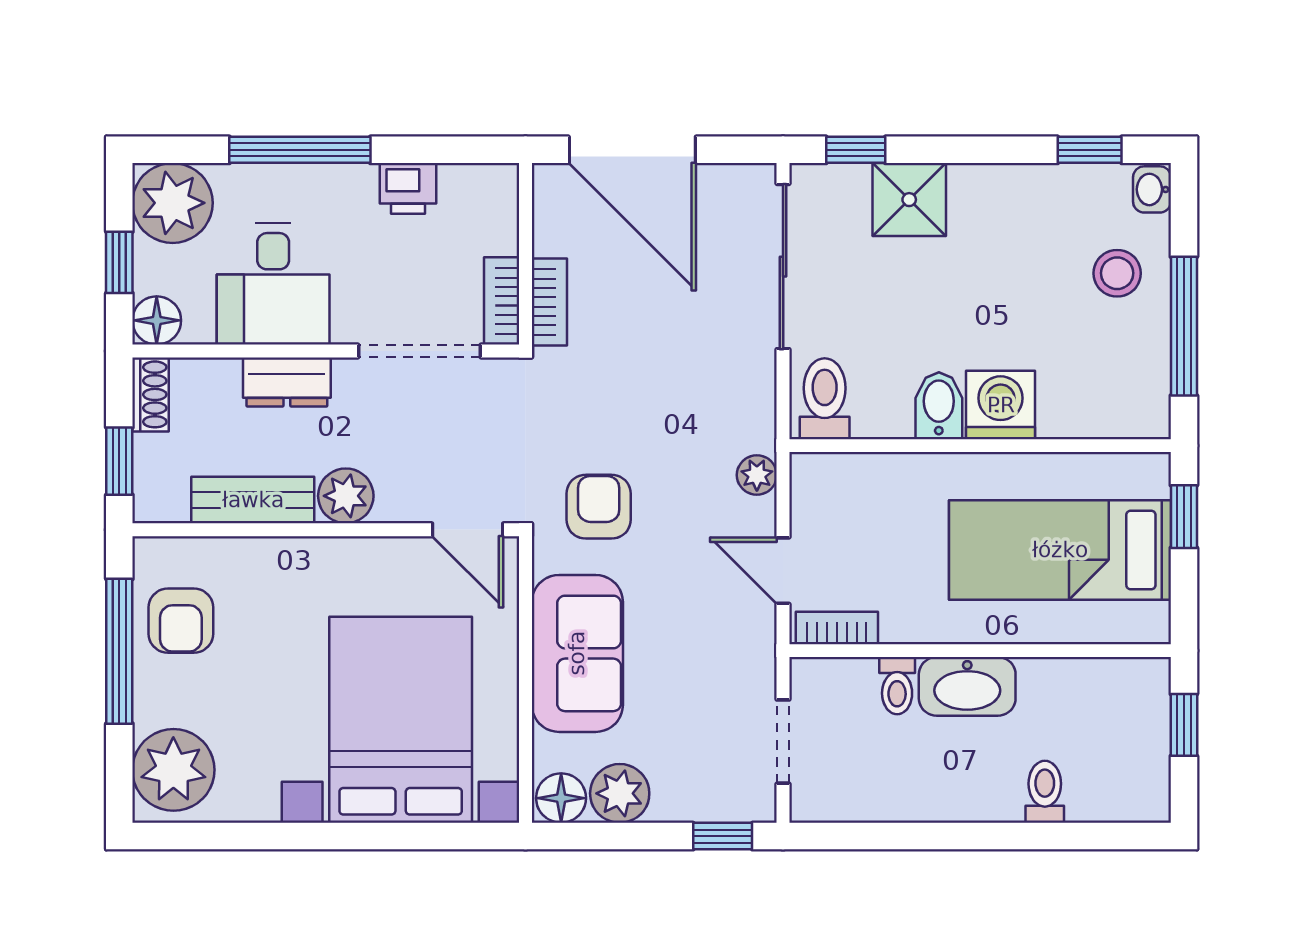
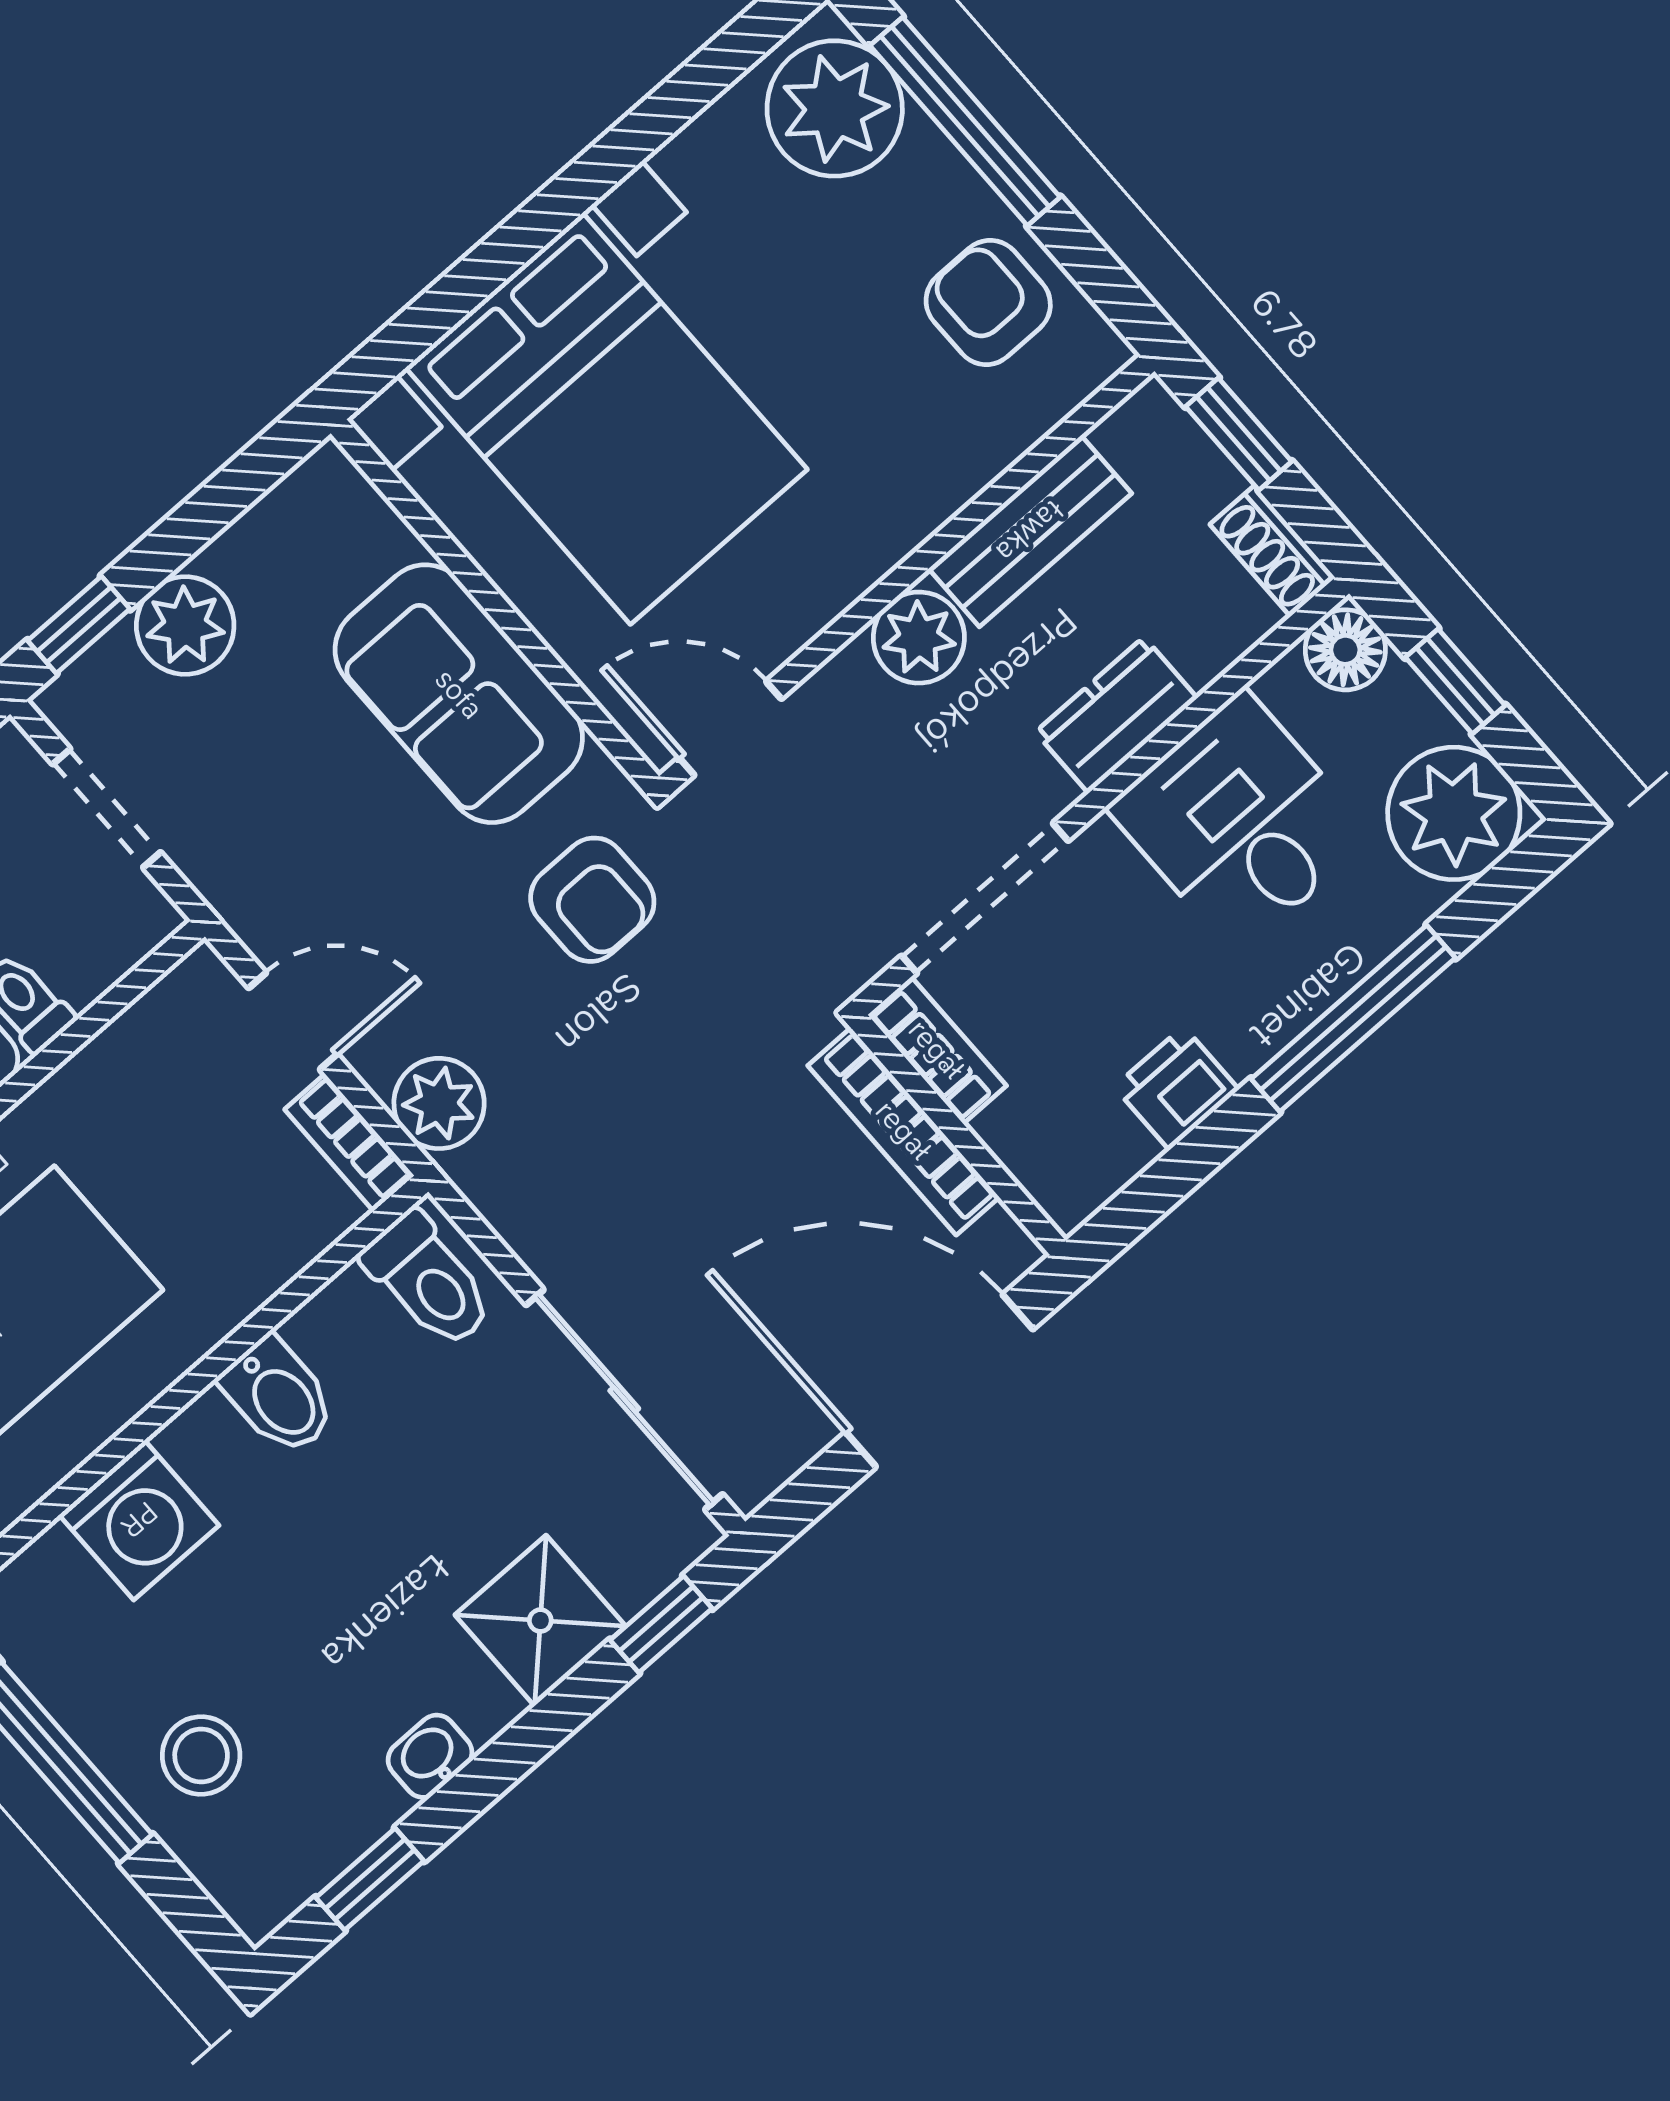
washbasin: (1152, 189) -> (430, 1756), moved, turned -90
bookcase: (549, 302) -> (904, 1131), width x1.56
washing machine: (1001, 405) -> (139, 1520), moved
plant: (757, 475) -> (439, 1103), width x1.38, depth x1.38
bookcase: (837, 628) -> (349, 1143), moved, turned 90
window: (119, 651) -> (965, 121), moved
plant: (620, 793) -> (185, 626), moved
floor lamp: (561, 798) -> (321, 496), removed

